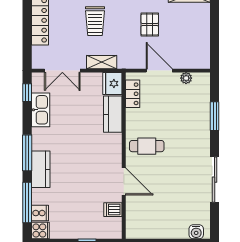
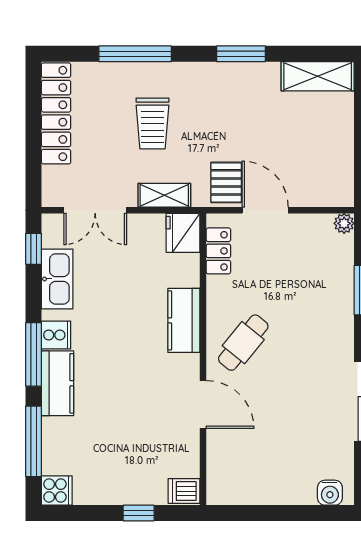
pallet: (150, 25) -> (226, 182), moved
plant: (186, 78) -> (344, 223), moved
kitchen counter: (113, 114) -> (184, 320), moved
cafe table: (147, 146) -> (243, 343), turned -51
dishwasher: (113, 210) -> (184, 491), moved
cooker: (40, 213) -> (56, 335), moved

